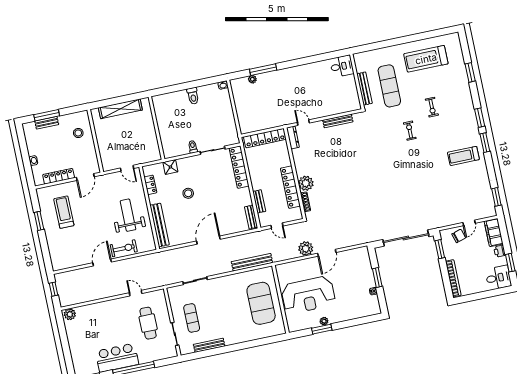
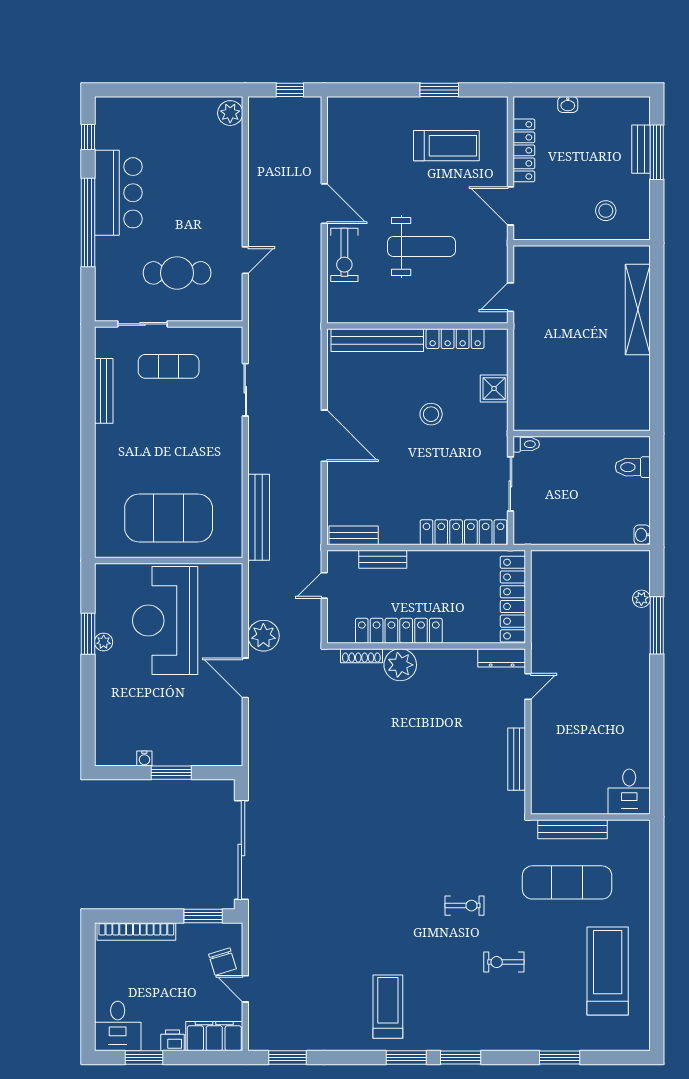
wall: (156, 128) -> (582, 433), moved
locker: (150, 185) -> (455, 339), width x1.53
weight bench: (128, 215) -> (422, 246), moved

